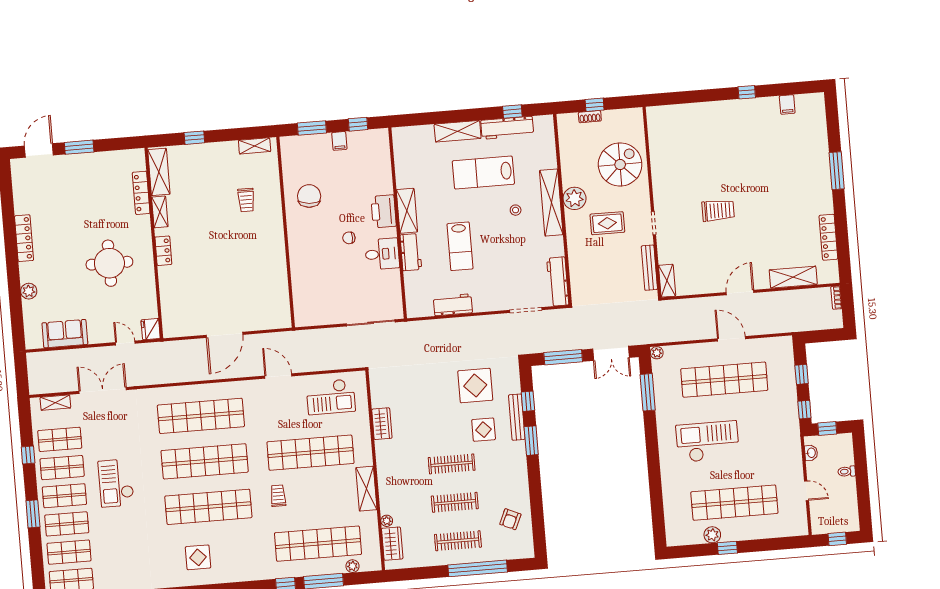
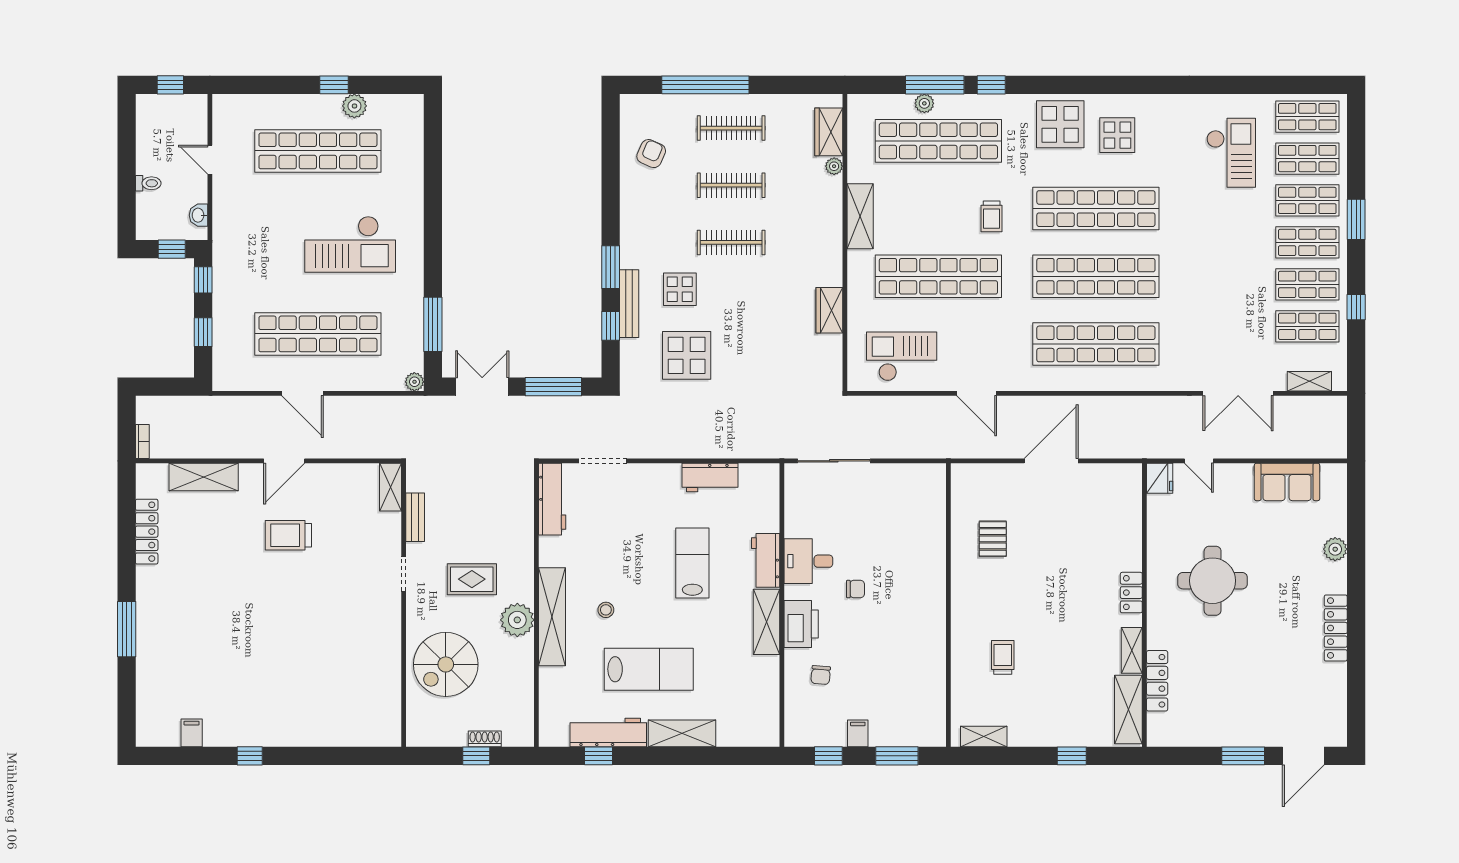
chair: (309, 196) -> (821, 675), moved, width x0.54, depth x0.54
trolley: (718, 211) -> (288, 535), moved
bench: (649, 268) -> (415, 517), width x0.73
pallet: (259, 279) -> (993, 539), added
checkout: (116, 483) -> (1231, 153), moved
display table: (237, 561) -> (1060, 124), added
plant: (353, 566) -> (924, 103), moved

